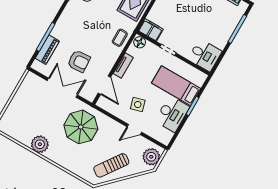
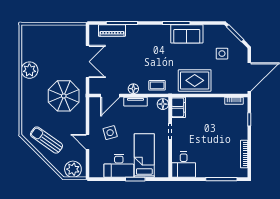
armchair: (79, 61) -> (118, 63), removed
floor lamp: (111, 61) -> (133, 89), added

